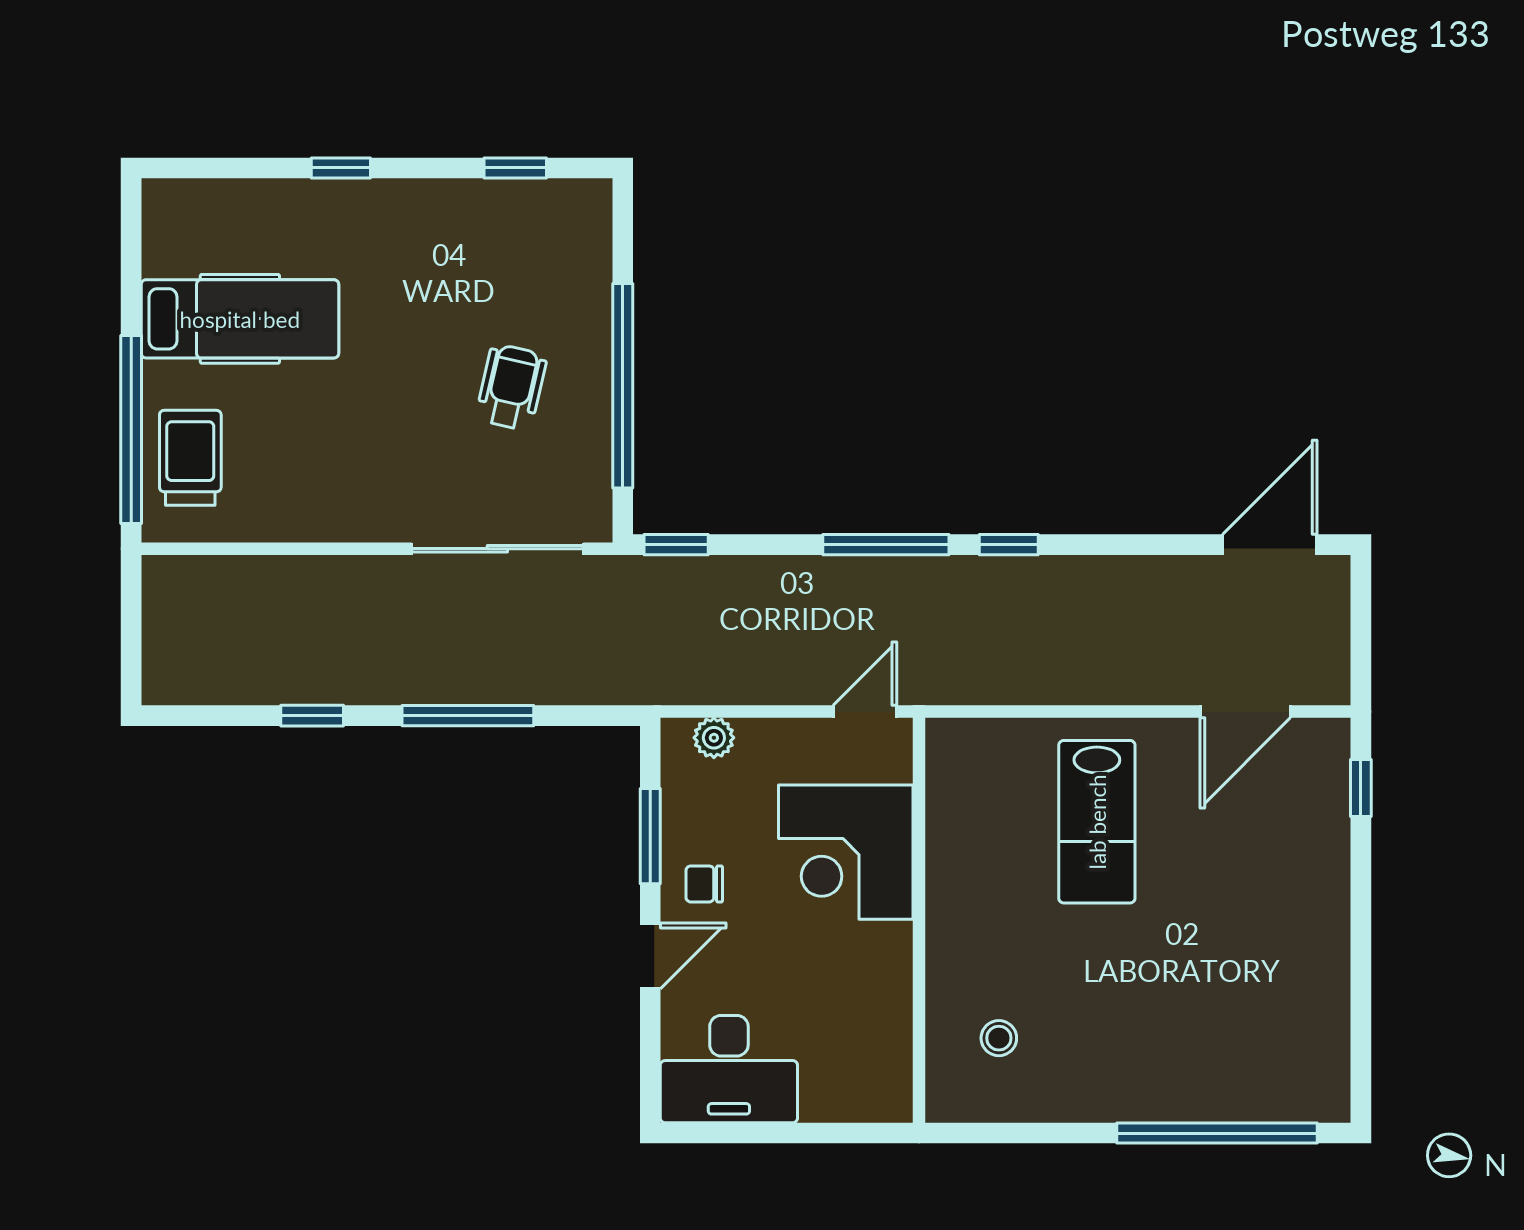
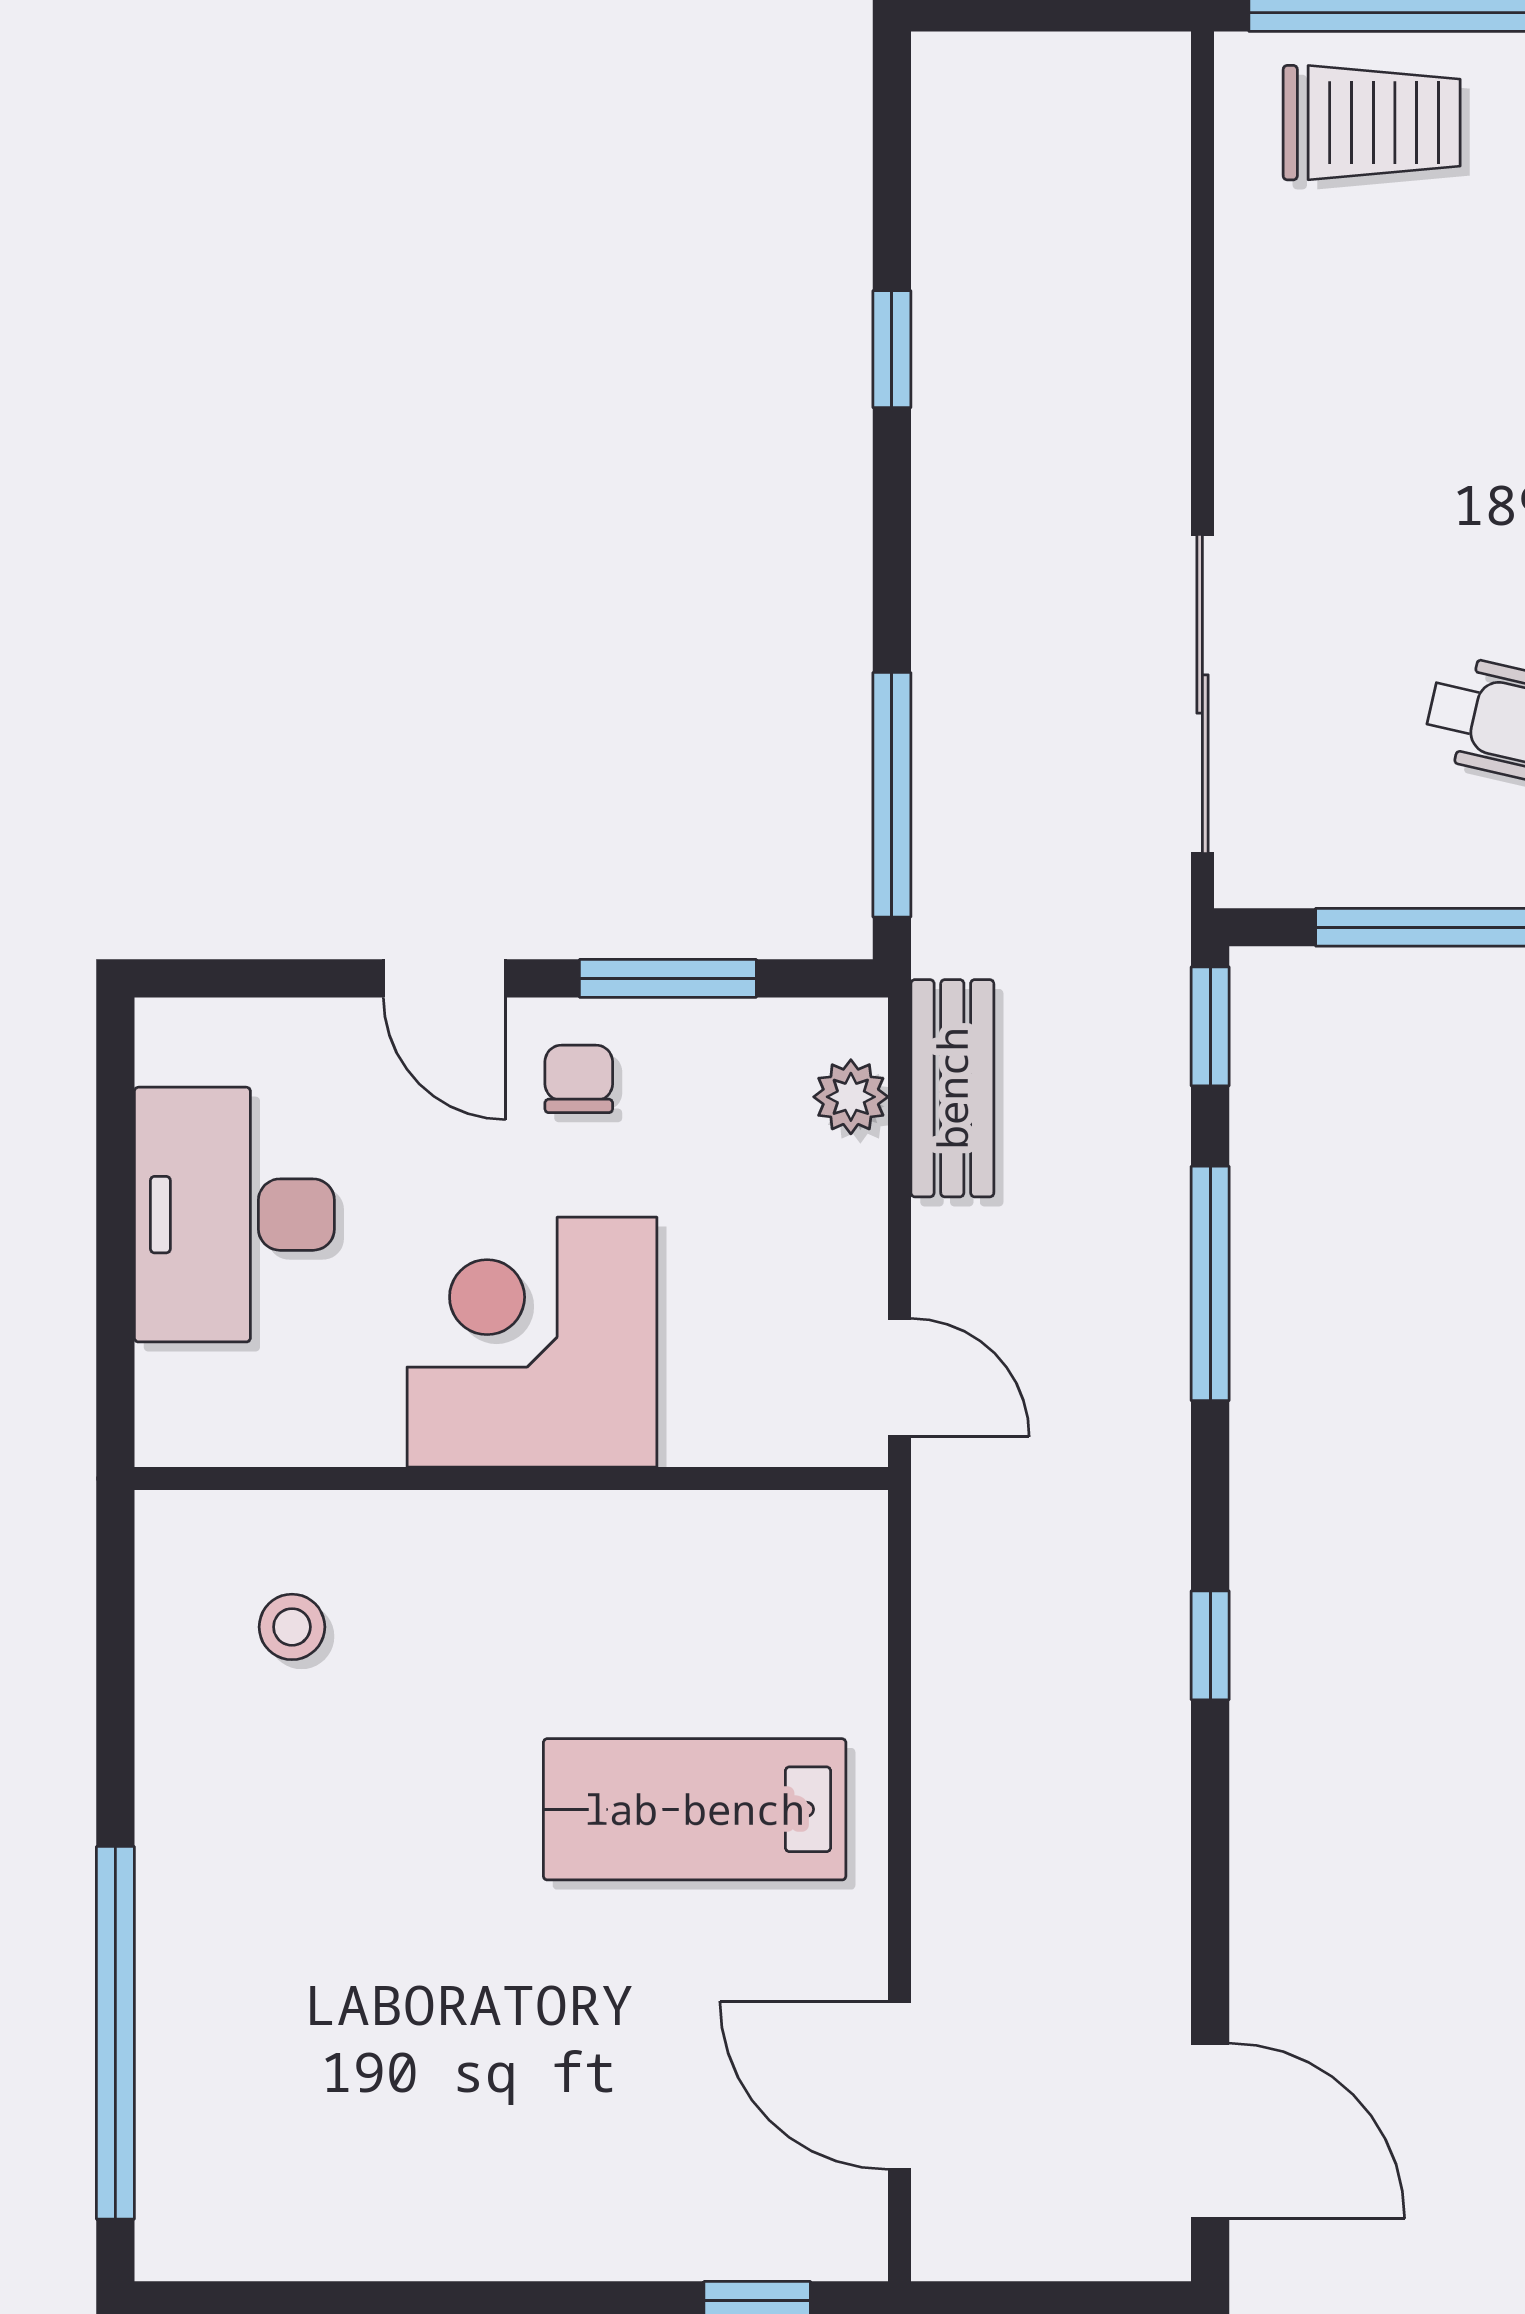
window: (886, 545) -> (1210, 1283), moved
bench: (709, 683) -> (952, 1088), added
window: (468, 716) -> (892, 795), moved
corner desk: (846, 852) -> (532, 1342), moved
desk: (729, 1069) -> (234, 1215), moved

